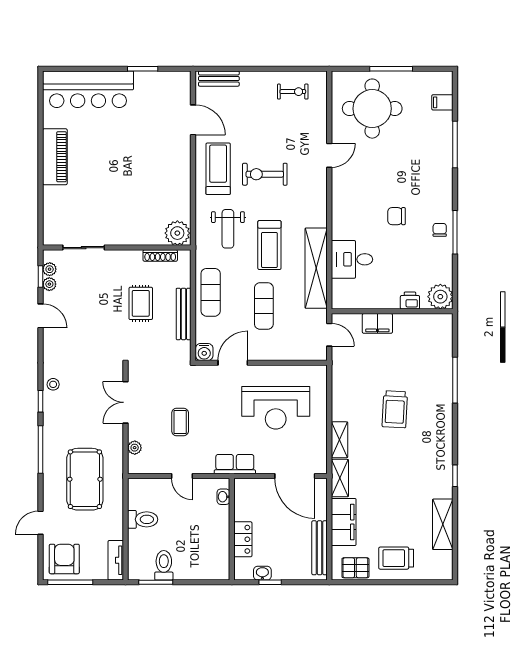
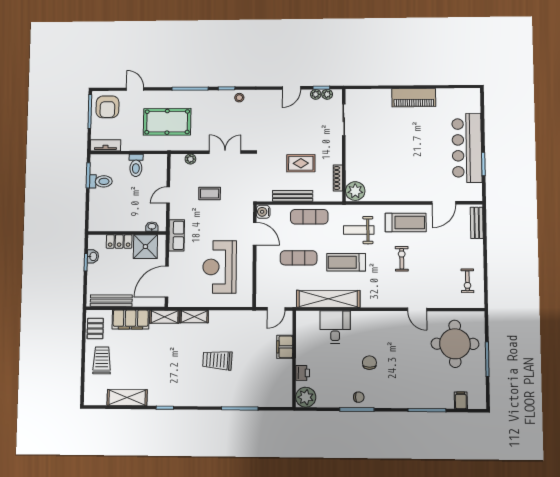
bar counter: (88, 89) -> (467, 148), moved
exercise bike: (265, 174) -> (402, 259), width x0.73, depth x0.72
shower: (249, 505) -> (145, 247), added
armchair: (64, 559) -> (107, 107), turned 90

